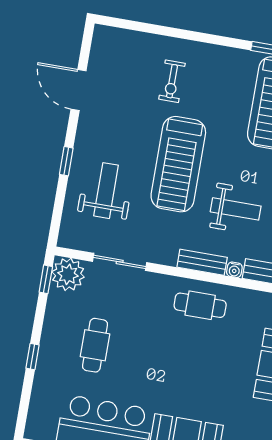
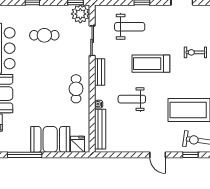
treadmill: (178, 164) -> (151, 64), width x0.73, depth x0.73
weight bench: (236, 209) -> (132, 99), turned 90
bench: (202, 262) -> (100, 72), moved

